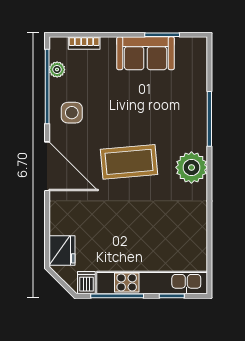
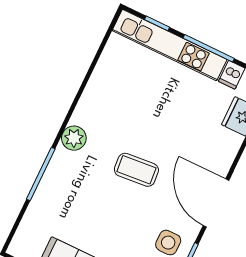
coffee table: (129, 162) -> (136, 170), width x0.73, depth x0.76
plant: (191, 167) -> (74, 138), width x0.73, depth x0.73

